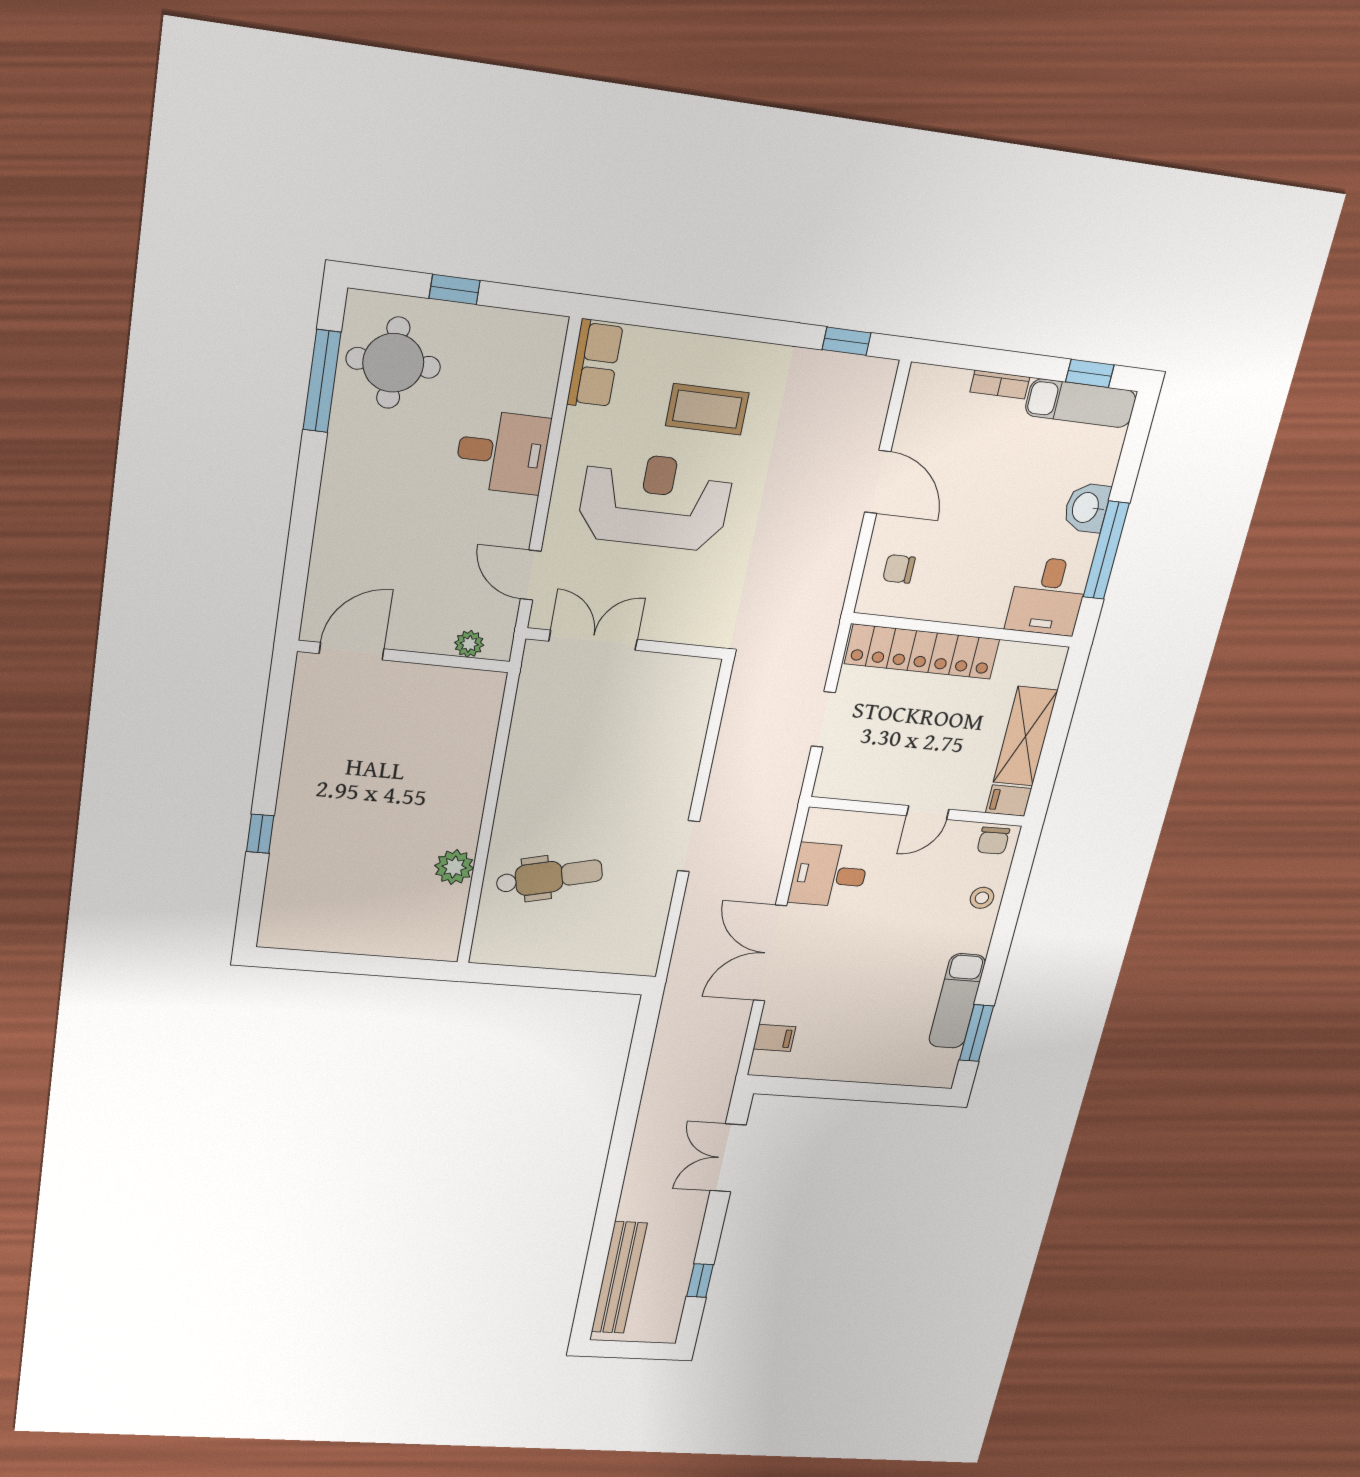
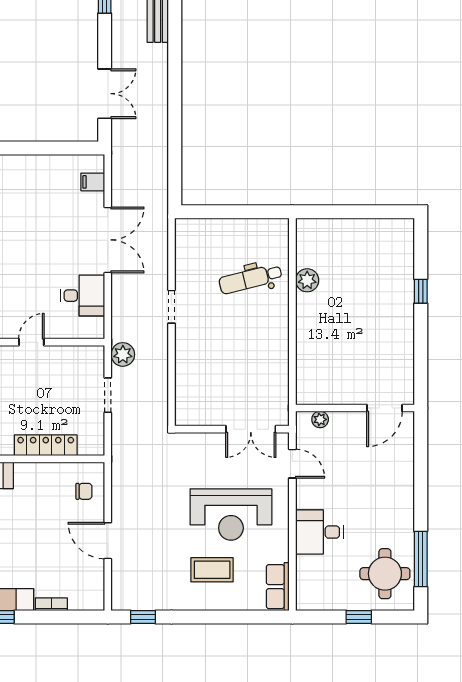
locker: (922, 652) -> (46, 445), width x0.71, depth x0.83
plant: (784, 780) -> (123, 354), added

